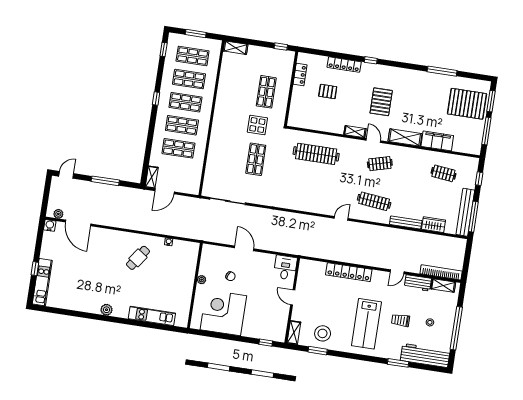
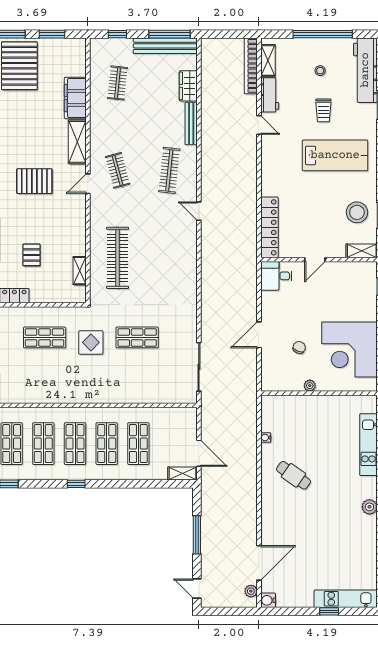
window: (486, 131) -> (52, 34), width x0.69
shelving: (355, 132) -> (80, 271), moved
locker: (349, 272) -> (269, 227), moved

